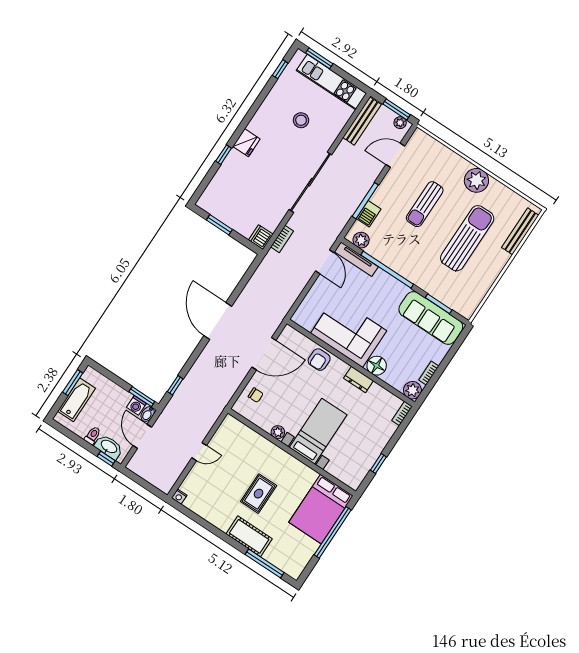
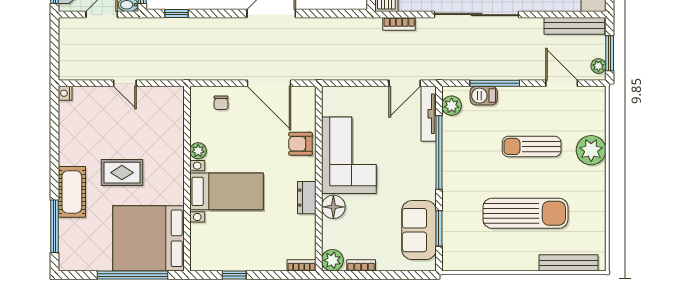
plant: (476, 180) -> (591, 150), moved
sofa: (431, 318) -> (419, 230), width x0.73
bed: (321, 509) -> (149, 238), width x1.36

